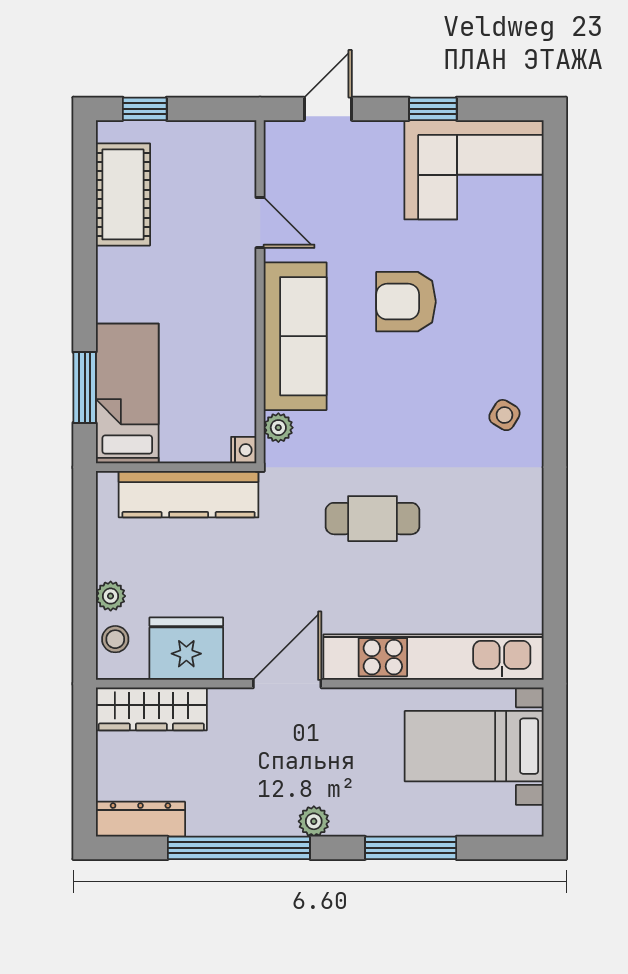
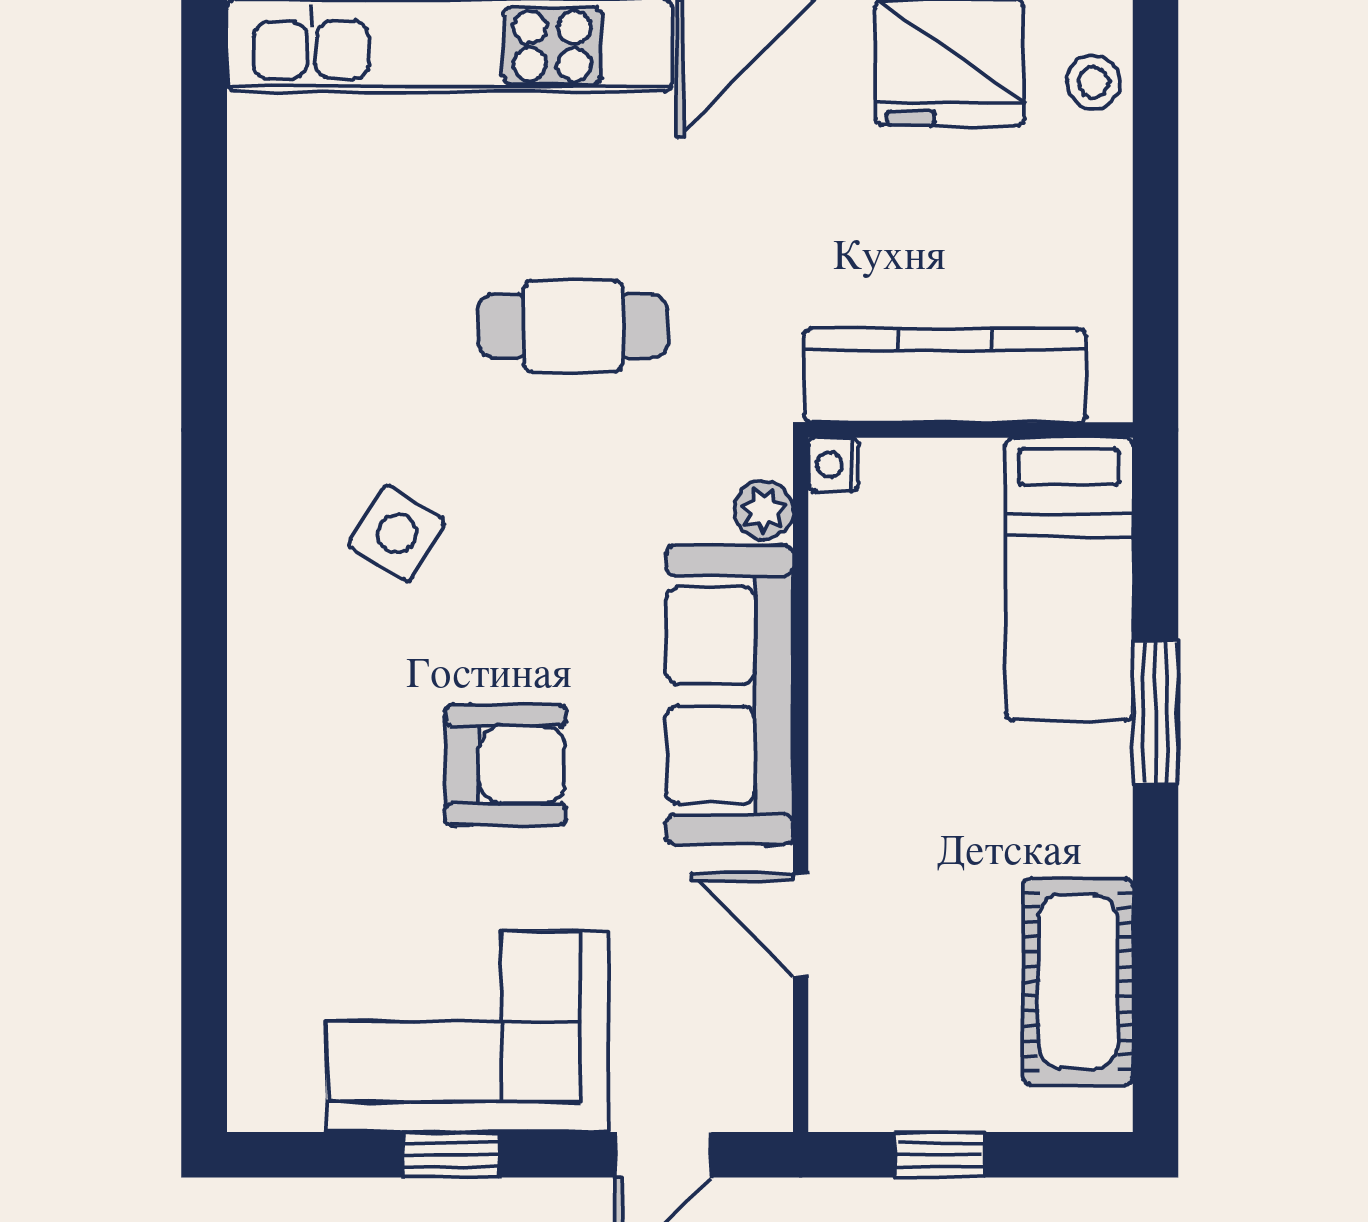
window: (145, 109) -> (940, 1155), moved
corner sofa: (474, 170) -> (468, 1032), moved
window: (85, 387) -> (1155, 712), moved
side table: (504, 415) -> (397, 533), moved, width x1.37, depth x1.37
plant: (111, 596) -> (1103, 169), removed

